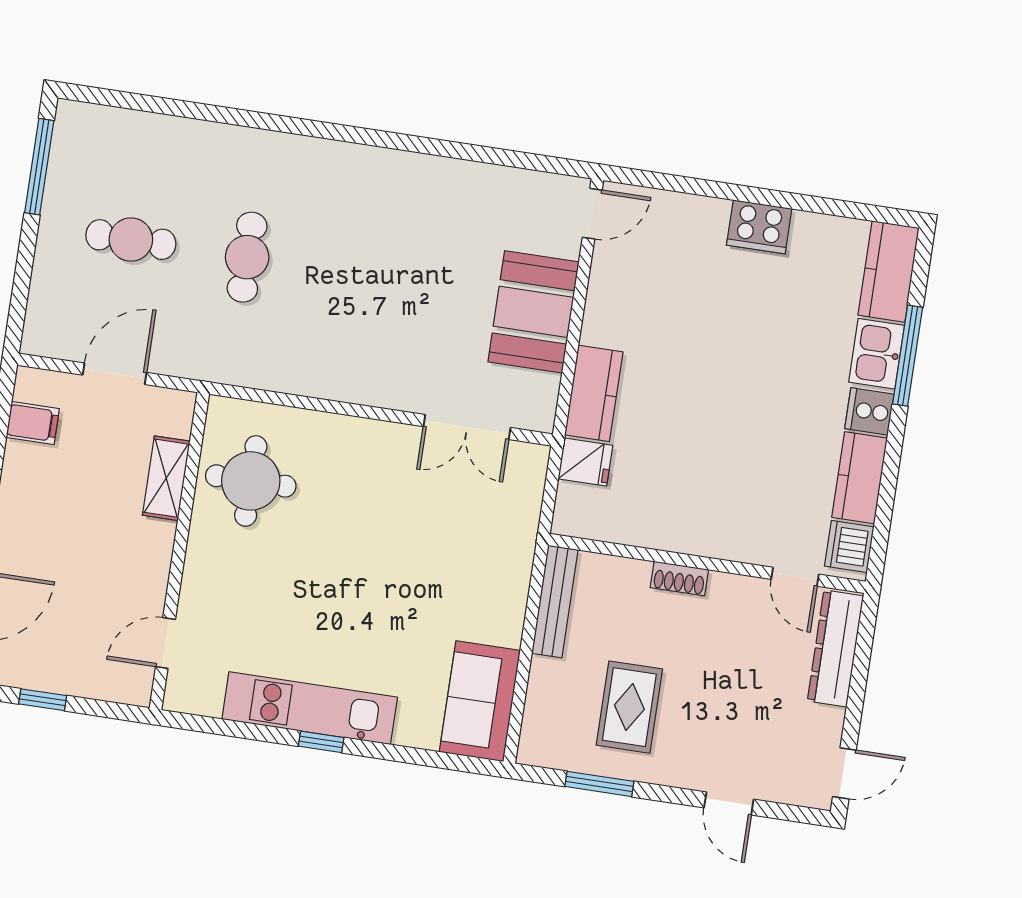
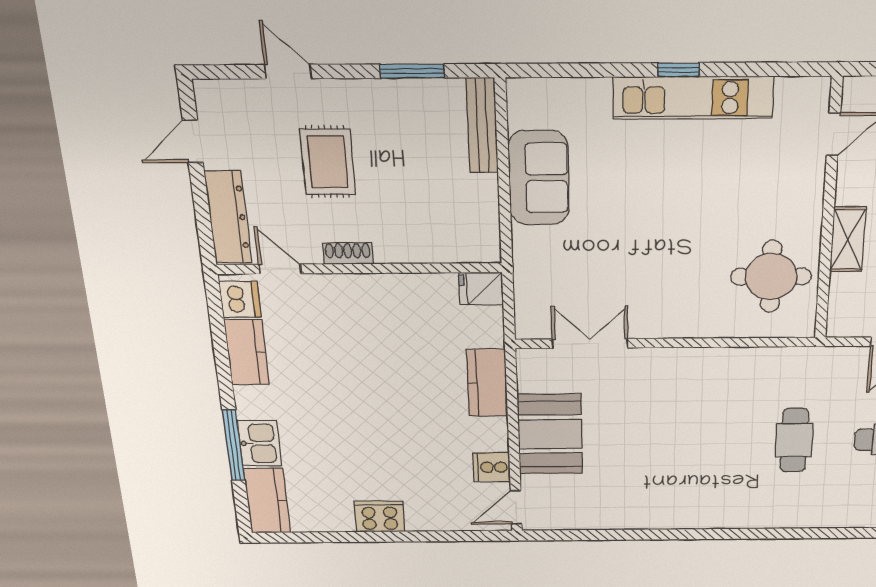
cooker: (869, 411) -> (492, 467), moved, turned 180
fridge: (585, 462) -> (481, 289), moved
shelving: (166, 478) -> (848, 239), moved
shoe rack: (679, 579) -> (348, 253), moved
bench: (555, 602) -> (482, 126), moved
sofa: (480, 701) -> (539, 178), moved
rug: (629, 707) -> (328, 162), moved
door: (844, 773) -> (193, 141), moved

